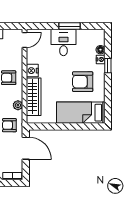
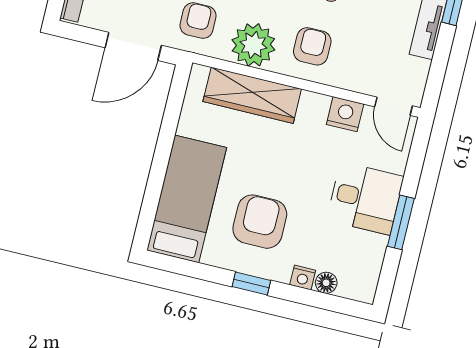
window: (108, 66) -> (251, 283), moved
nightstand: (32, 71) -> (345, 114), moved
plant: (18, 105) -> (253, 45), width x1.88, depth x1.88

